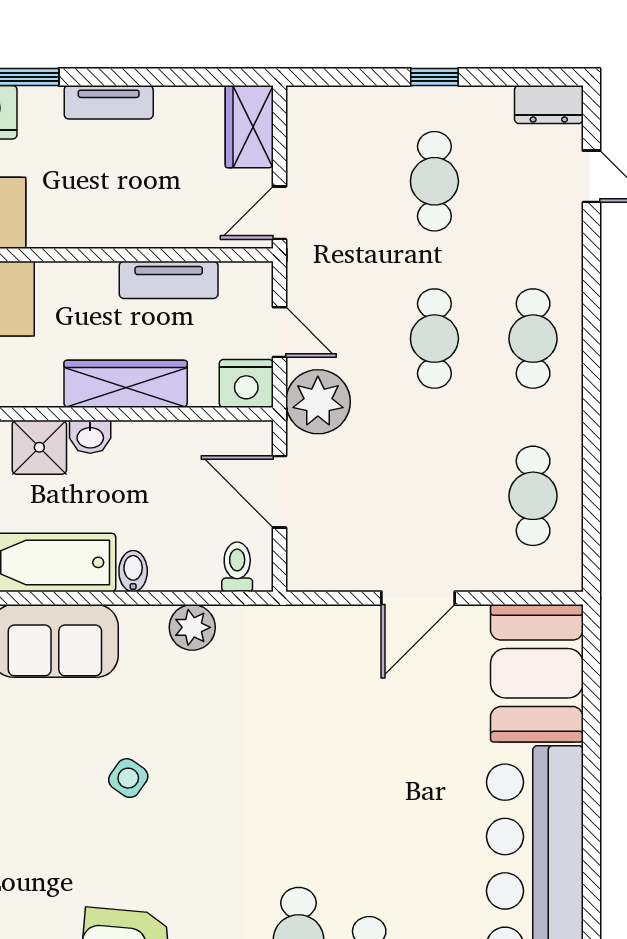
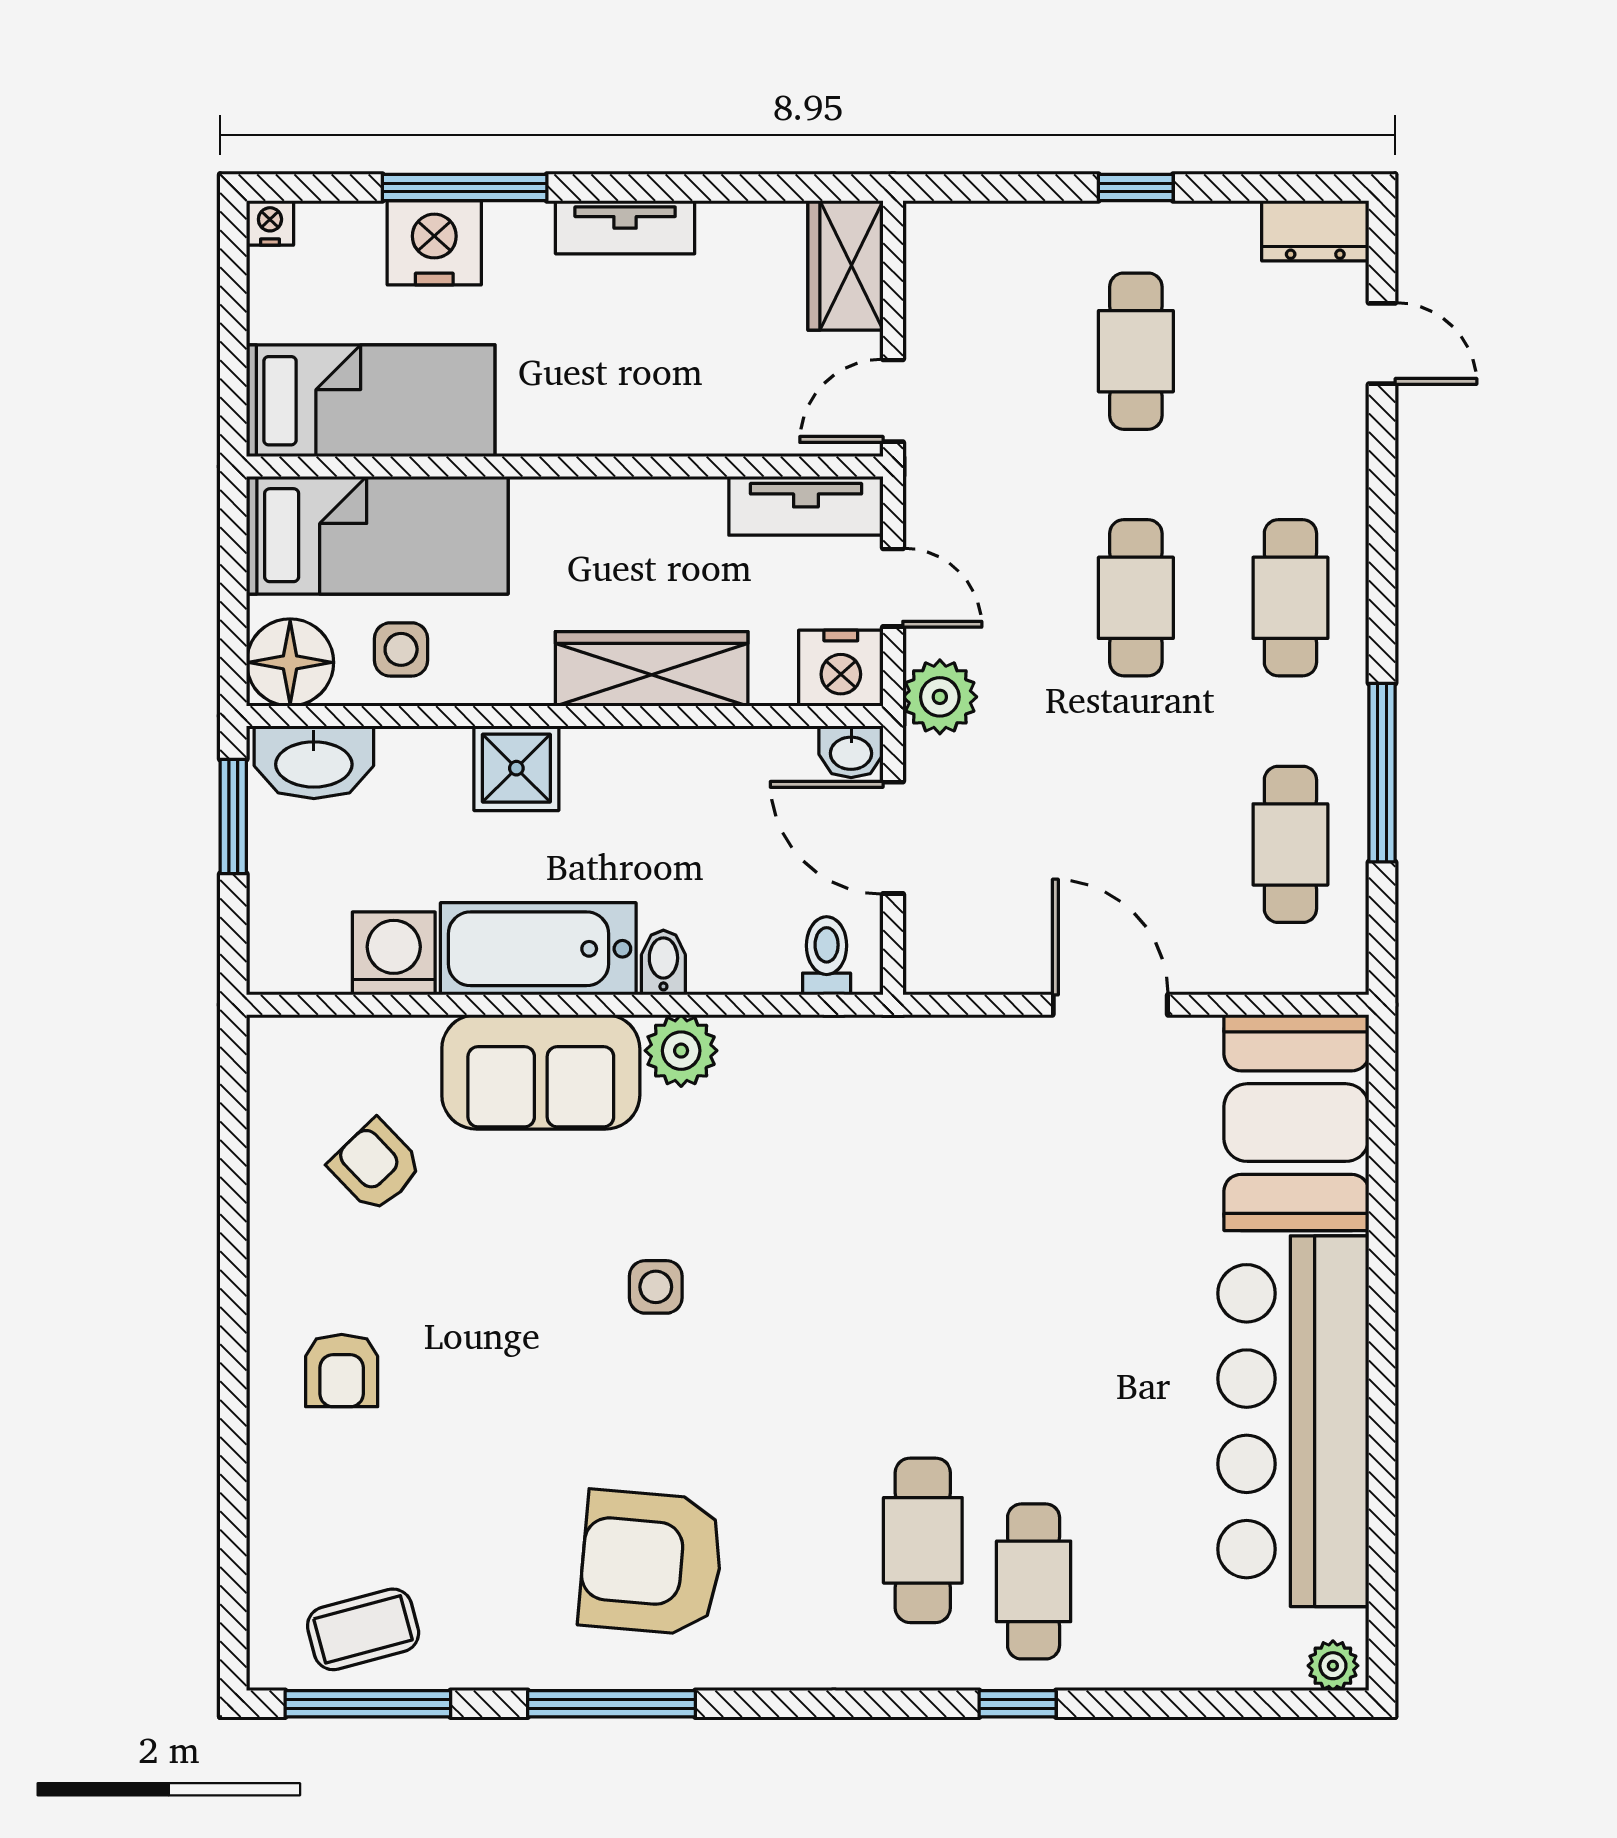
tv unit: (169, 280) -> (806, 506), moved
plant: (318, 402) -> (940, 697), width x0.73, depth x0.73
washbasin: (90, 437) -> (851, 752), moved
window: (591, 450) -> (1382, 773), added
door: (418, 598) -> (1110, 1005), swing flipped
plant: (192, 627) -> (681, 1051), moved
side table: (128, 778) -> (656, 1287), turned -35

